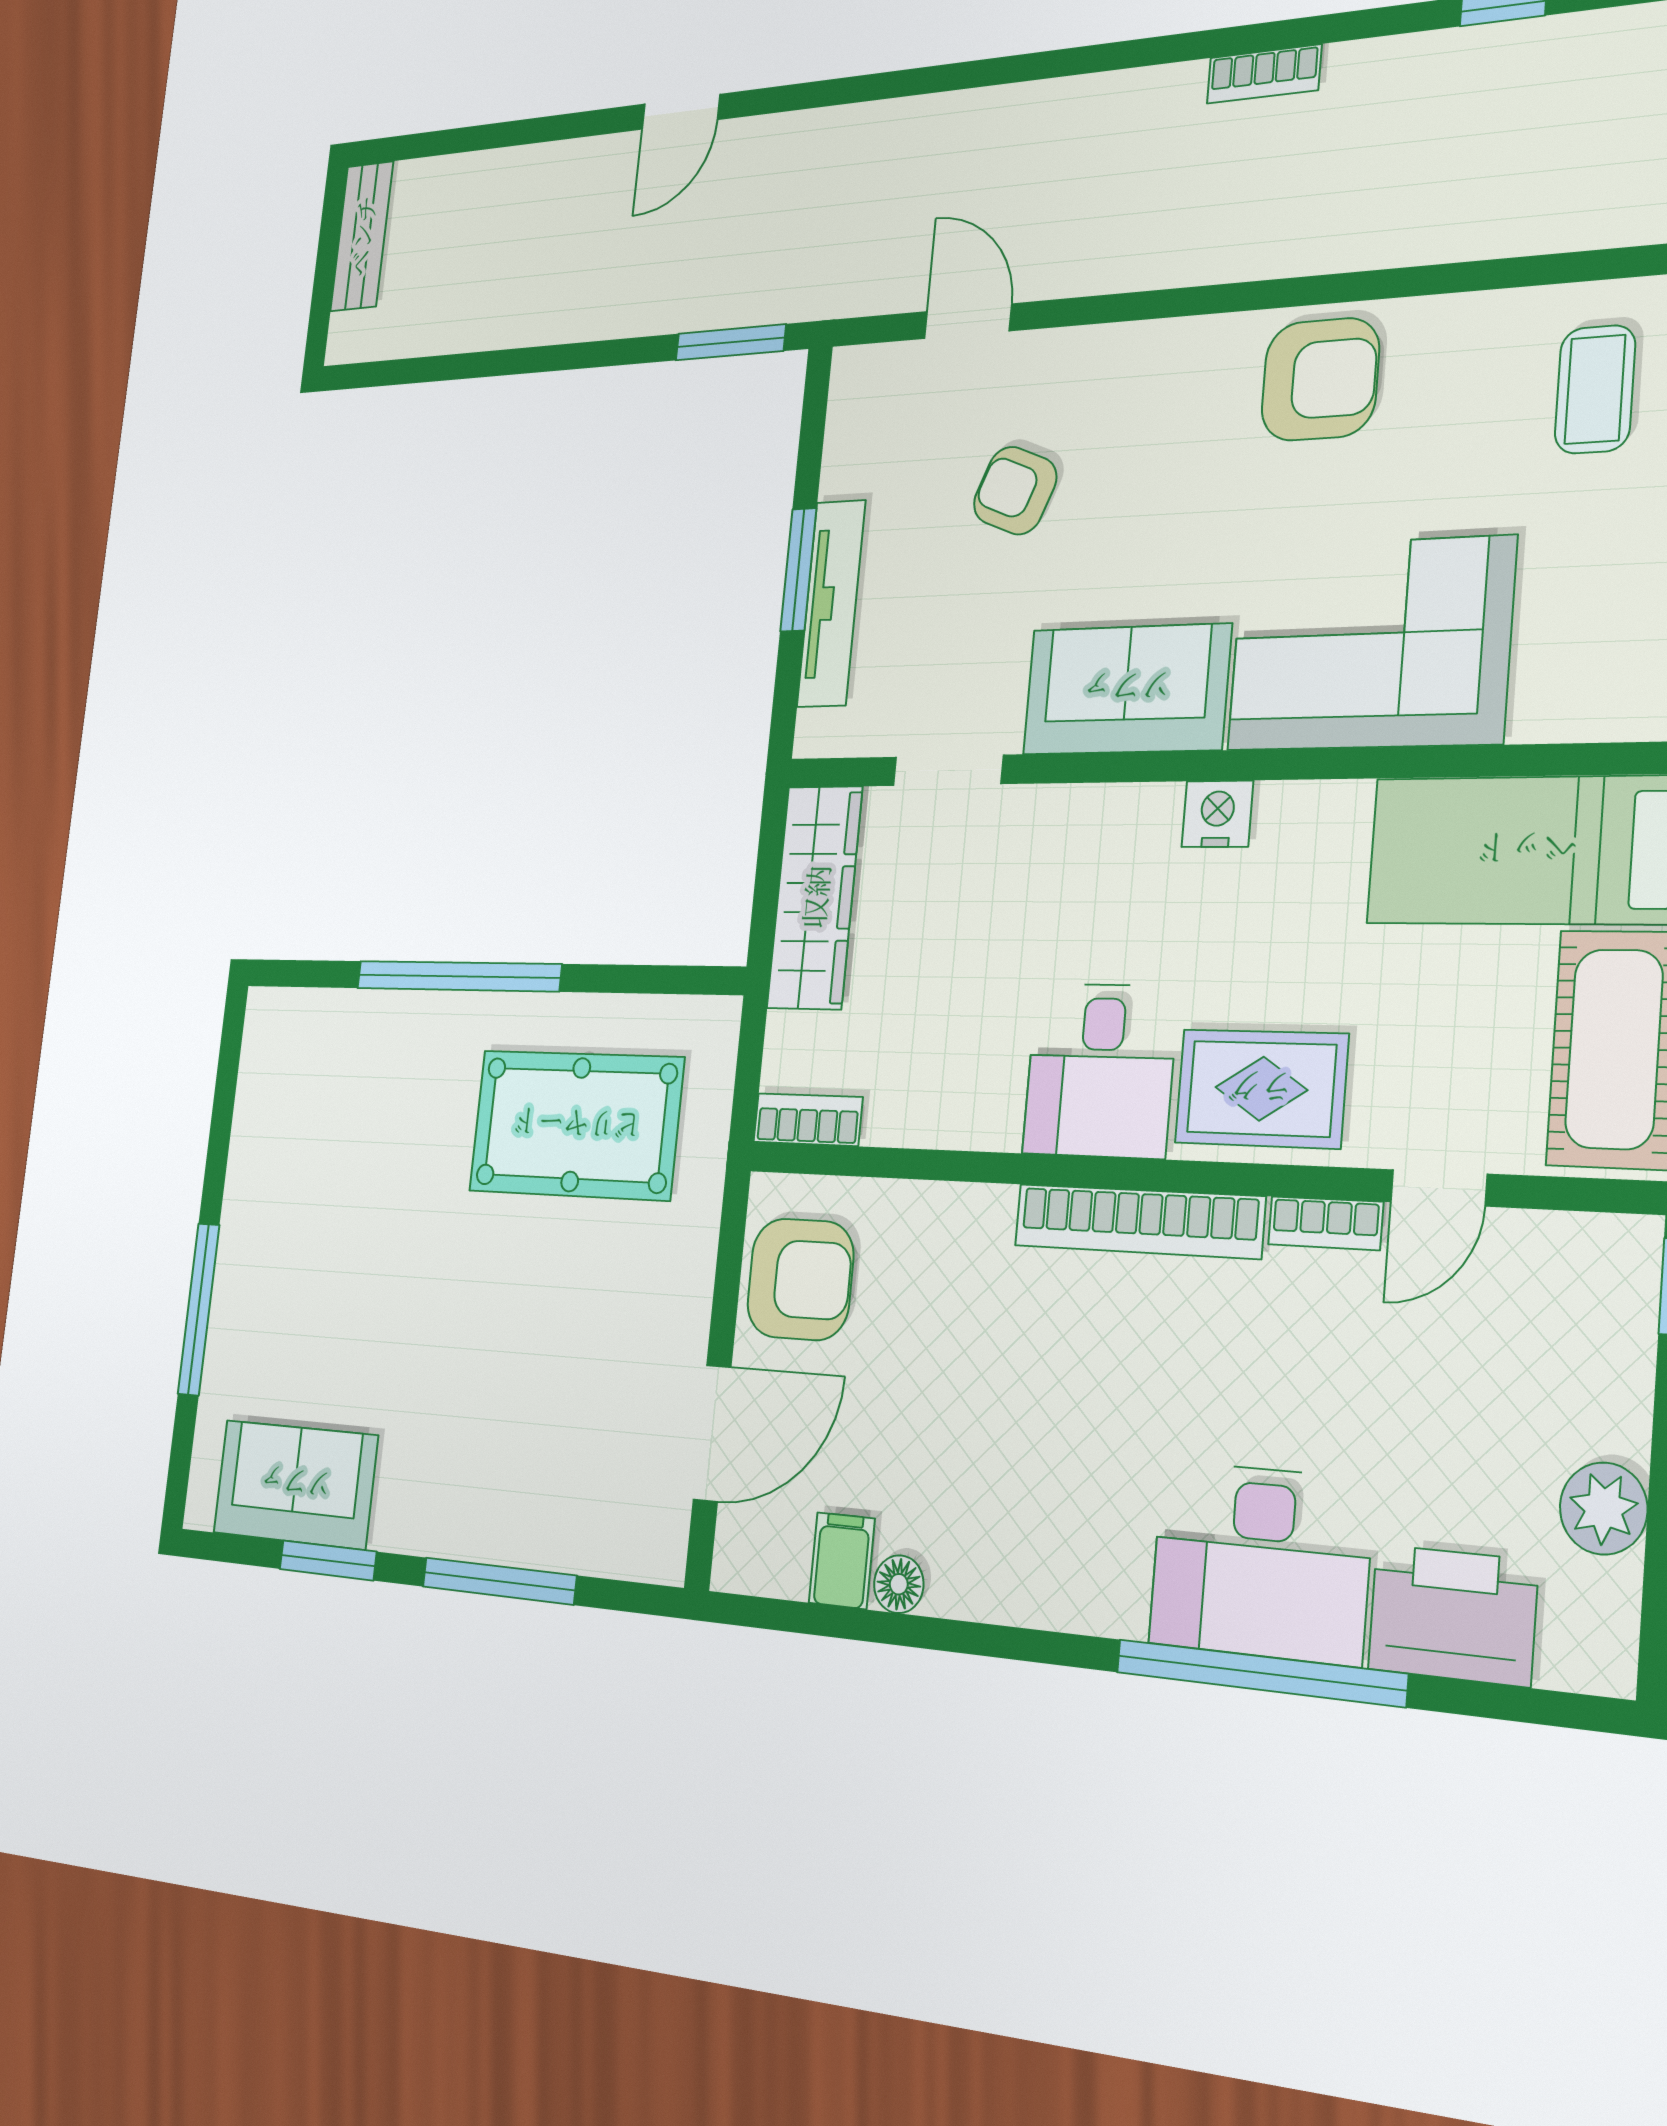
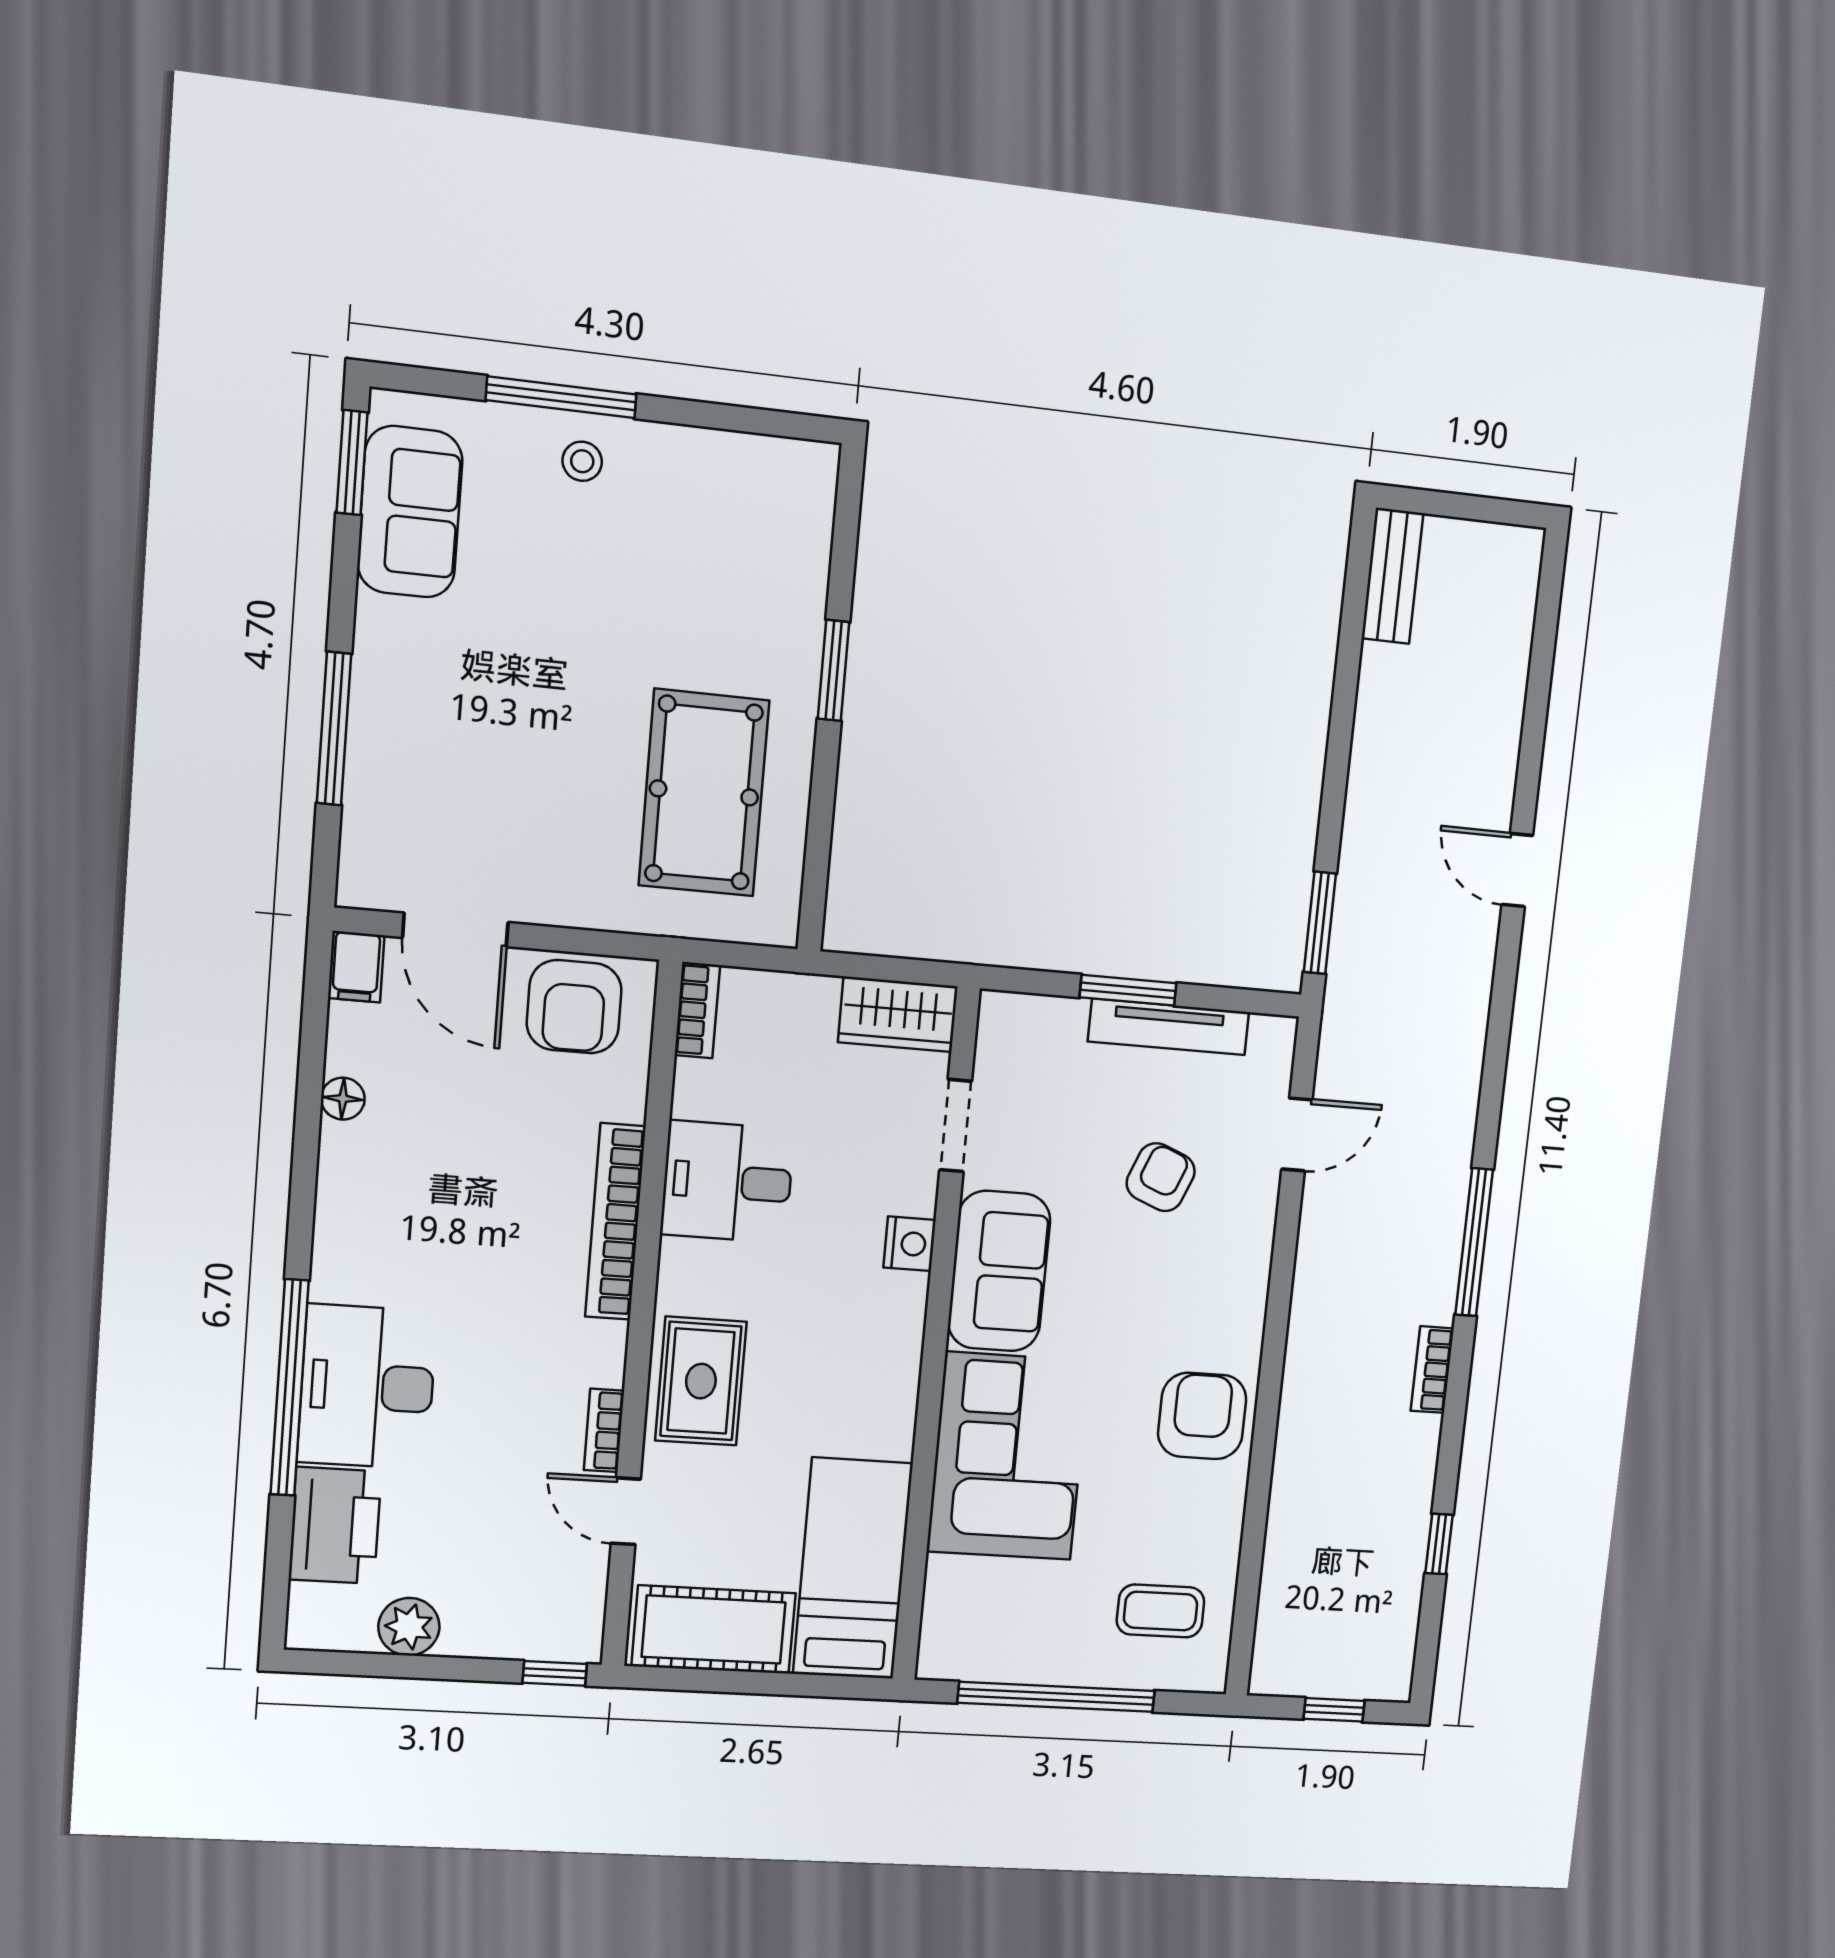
window: (1103, 58) -> (1474, 1242), added
bench: (362, 236) -> (1392, 576), moved, turned 90
armchair: (1320, 379) -> (1202, 1416), turned 180
tv unit: (831, 603) -> (1169, 1027), moved
nightstand: (1217, 814) -> (910, 1244), moved
wardrobe: (815, 897) -> (898, 1014), width x0.67
window: (458, 976) -> (833, 670), width x0.47
desk: (1100, 1070) -> (727, 1182), moved
bookcase: (1139, 1221) -> (615, 1222), moved
stool: (256, 1284) -> (582, 461), added
window: (328, 1560) -> (352, 463), moved
filing cabinet: (842, 1561) -> (356, 967), moved, turned 90

